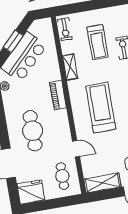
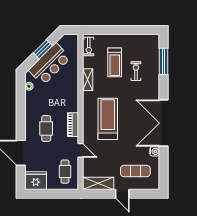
piano: (58, 95) -> (73, 125), moved
cafe table: (33, 131) -> (46, 129), width x0.73, depth x0.74

